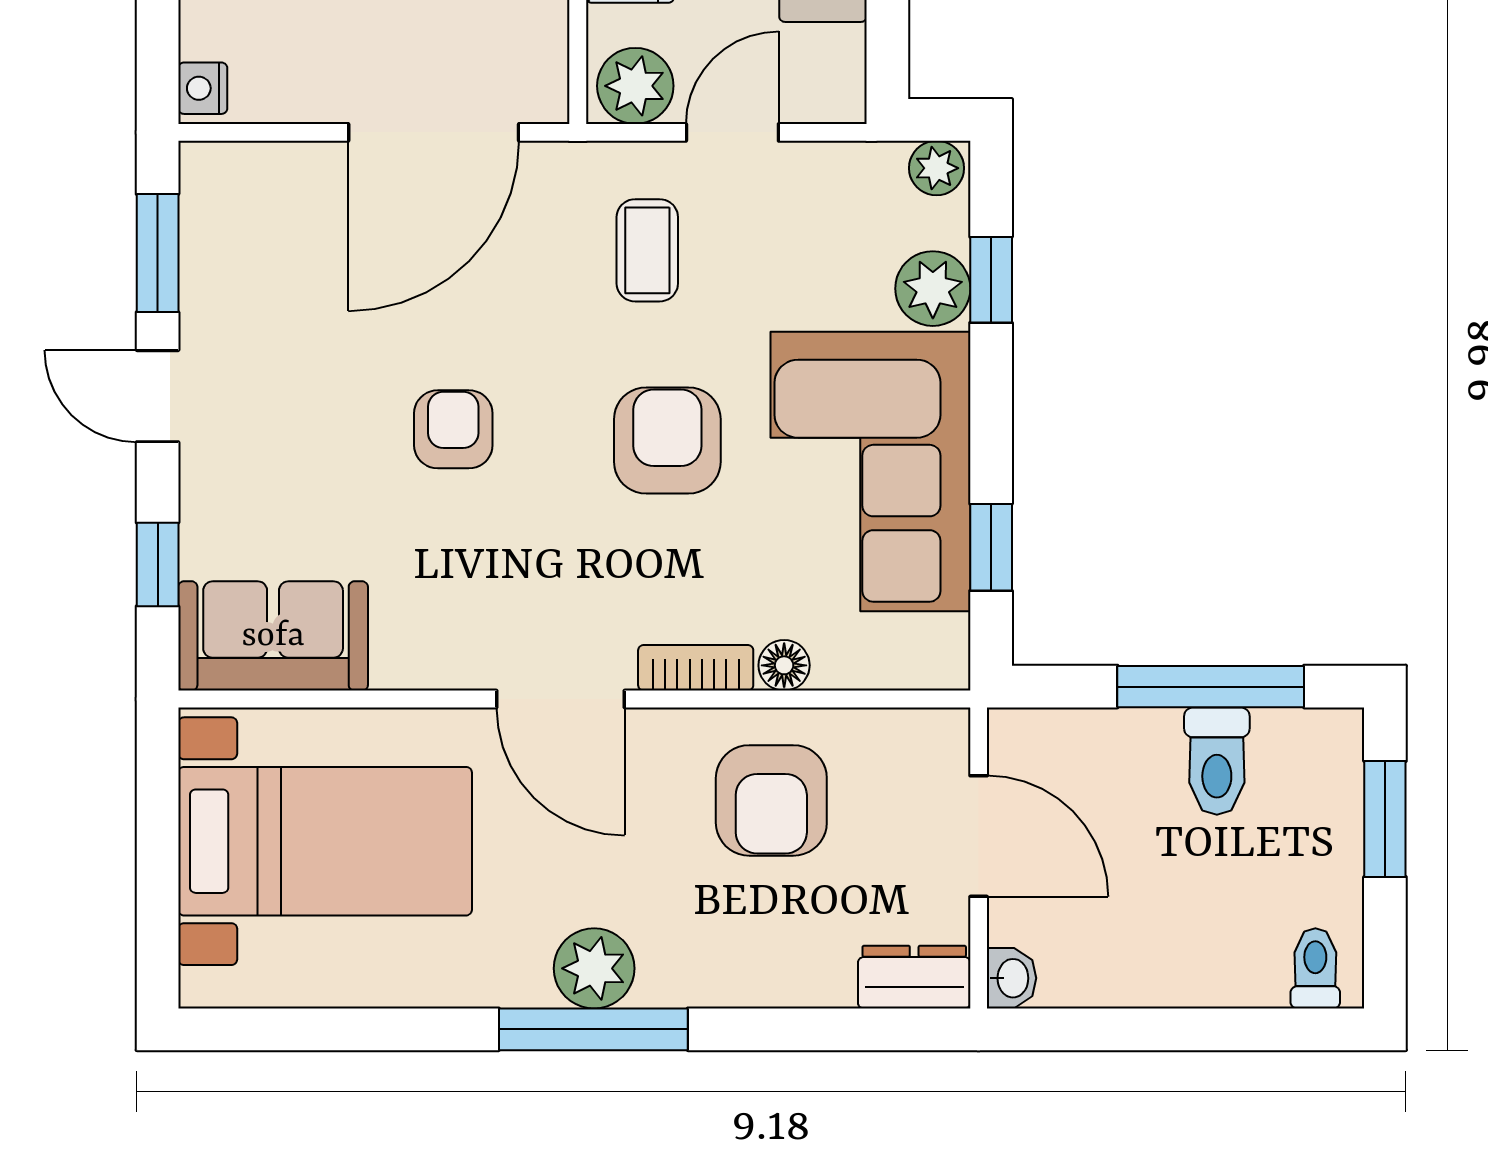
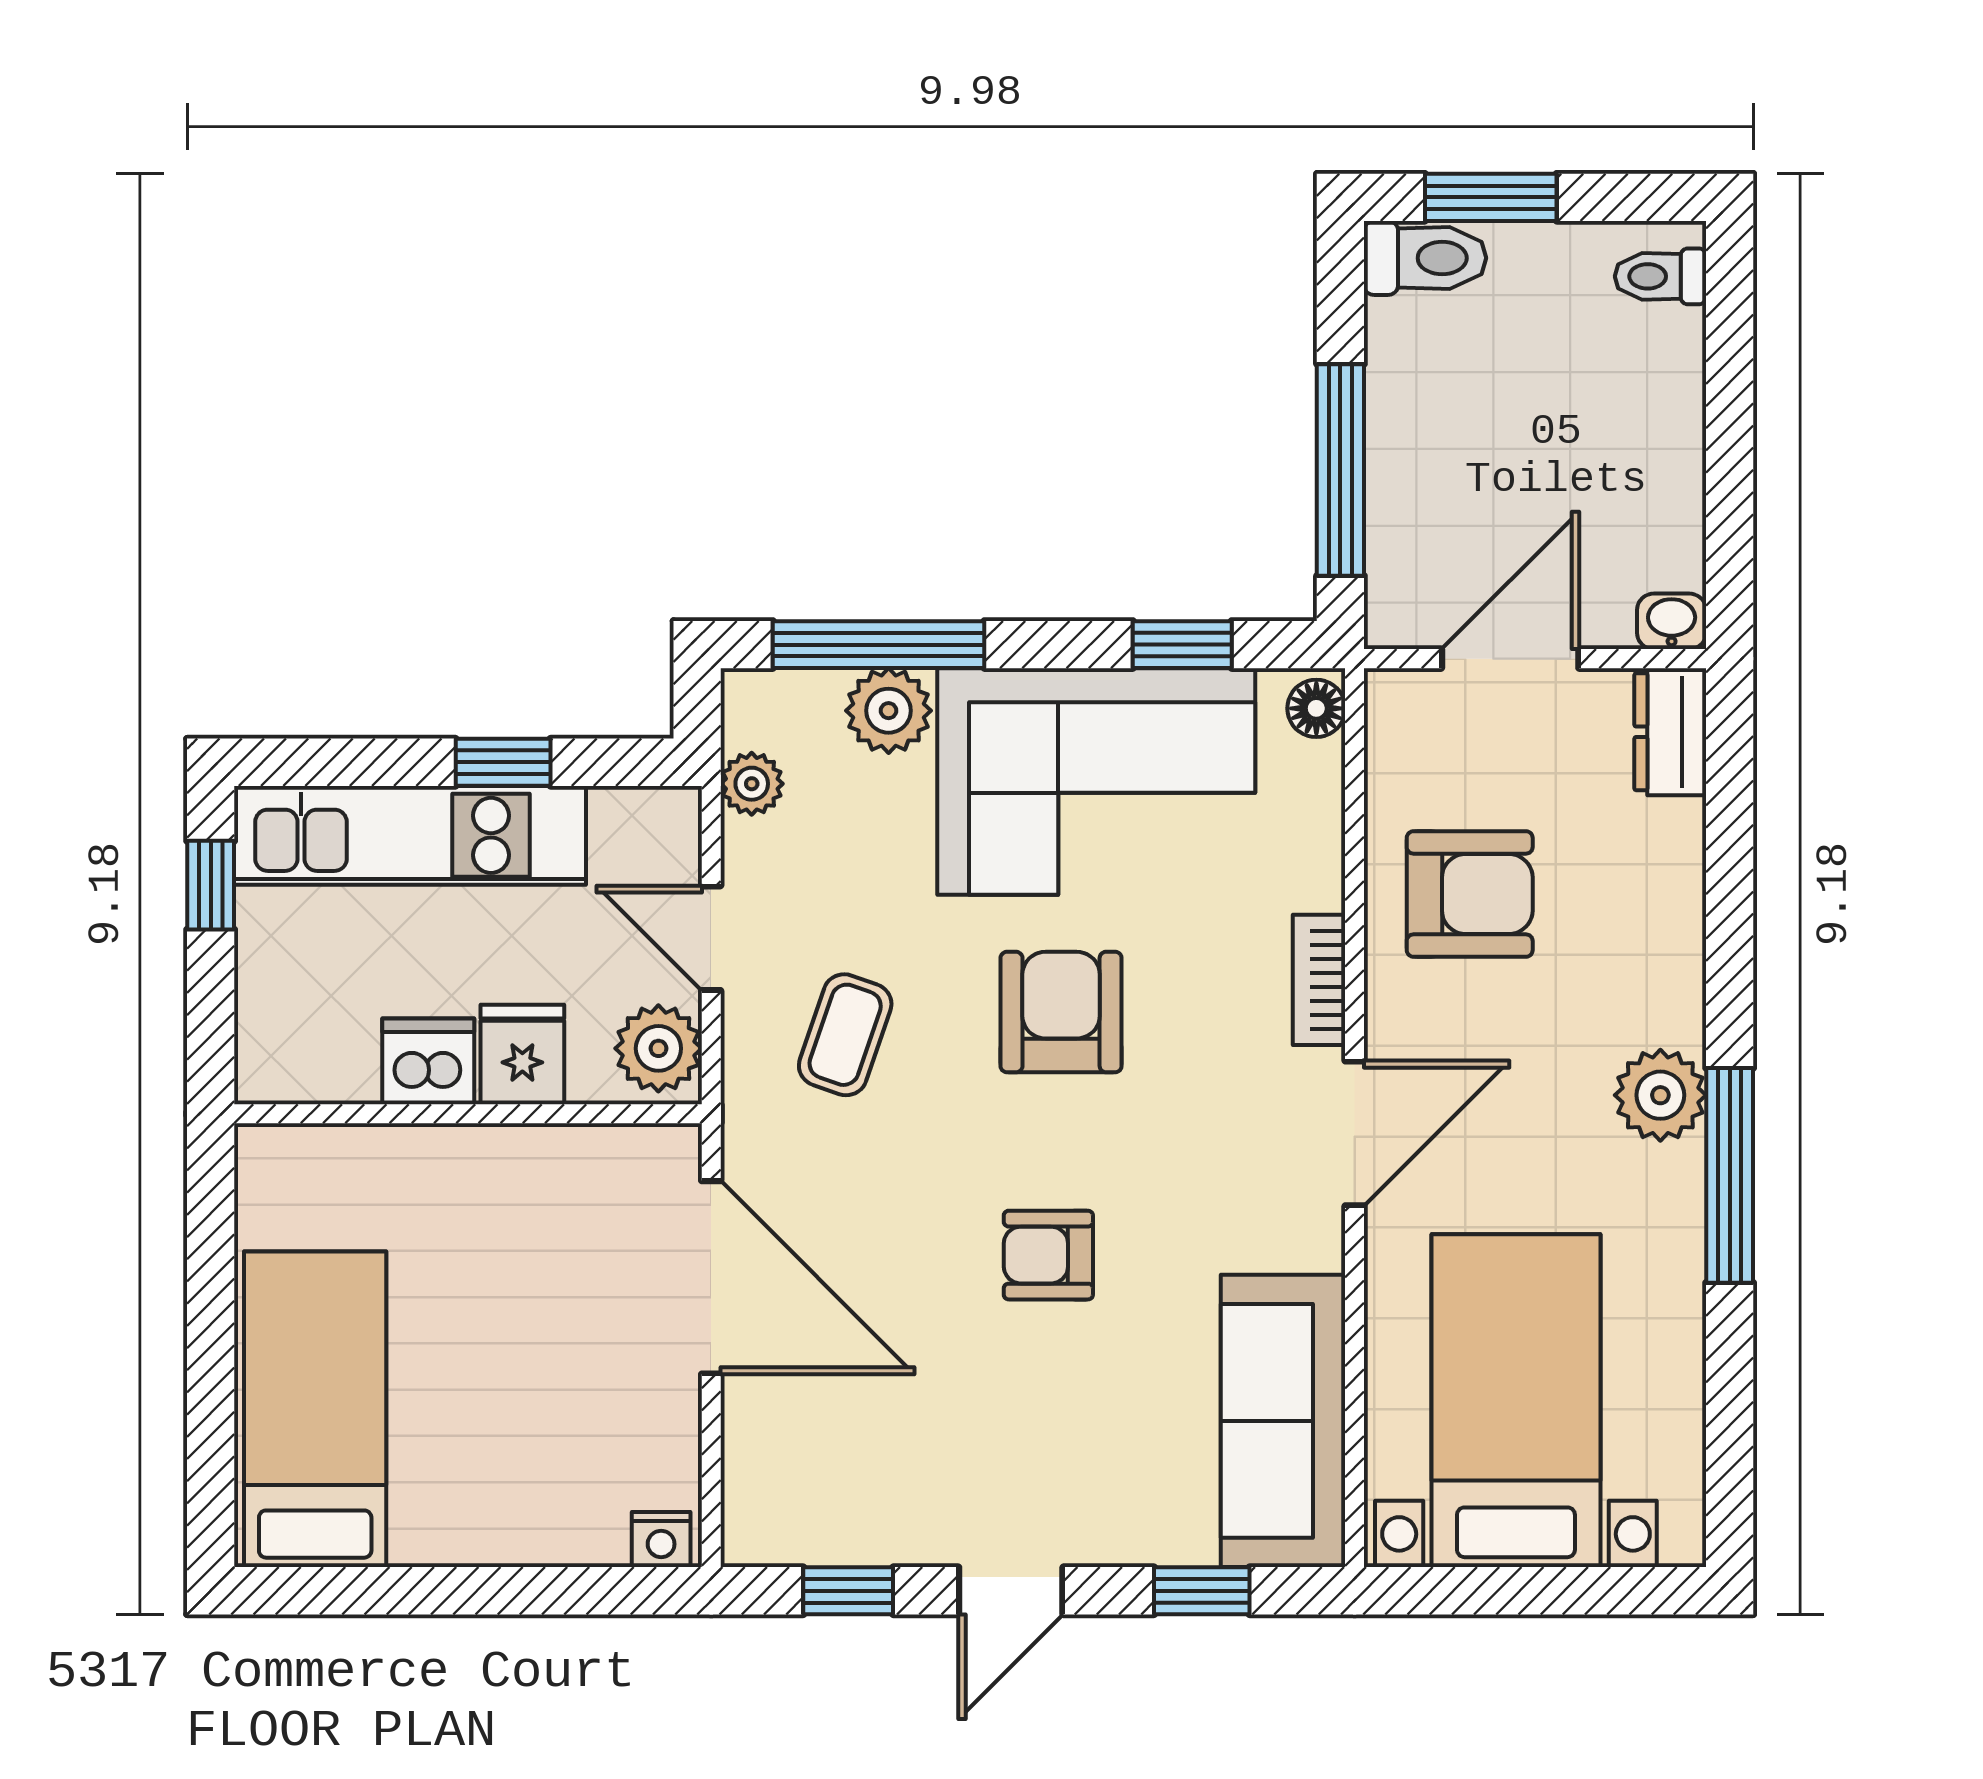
plant: (937, 168) -> (752, 784), moved
coffee table: (647, 250) -> (845, 1035), turned -71
window: (158, 253) -> (848, 1591), width x0.67
window: (991, 280) -> (879, 645), width x2.17
armchair: (667, 441) -> (1061, 1012), turned 90
sofa: (273, 636) -> (1283, 1421), width x1.36
floor lamp: (784, 665) -> (1316, 708), moved
window: (1211, 687) -> (1340, 470), moved
toilet: (1217, 761) -> (1425, 258), moved
window: (593, 1029) -> (1730, 1175), moved

